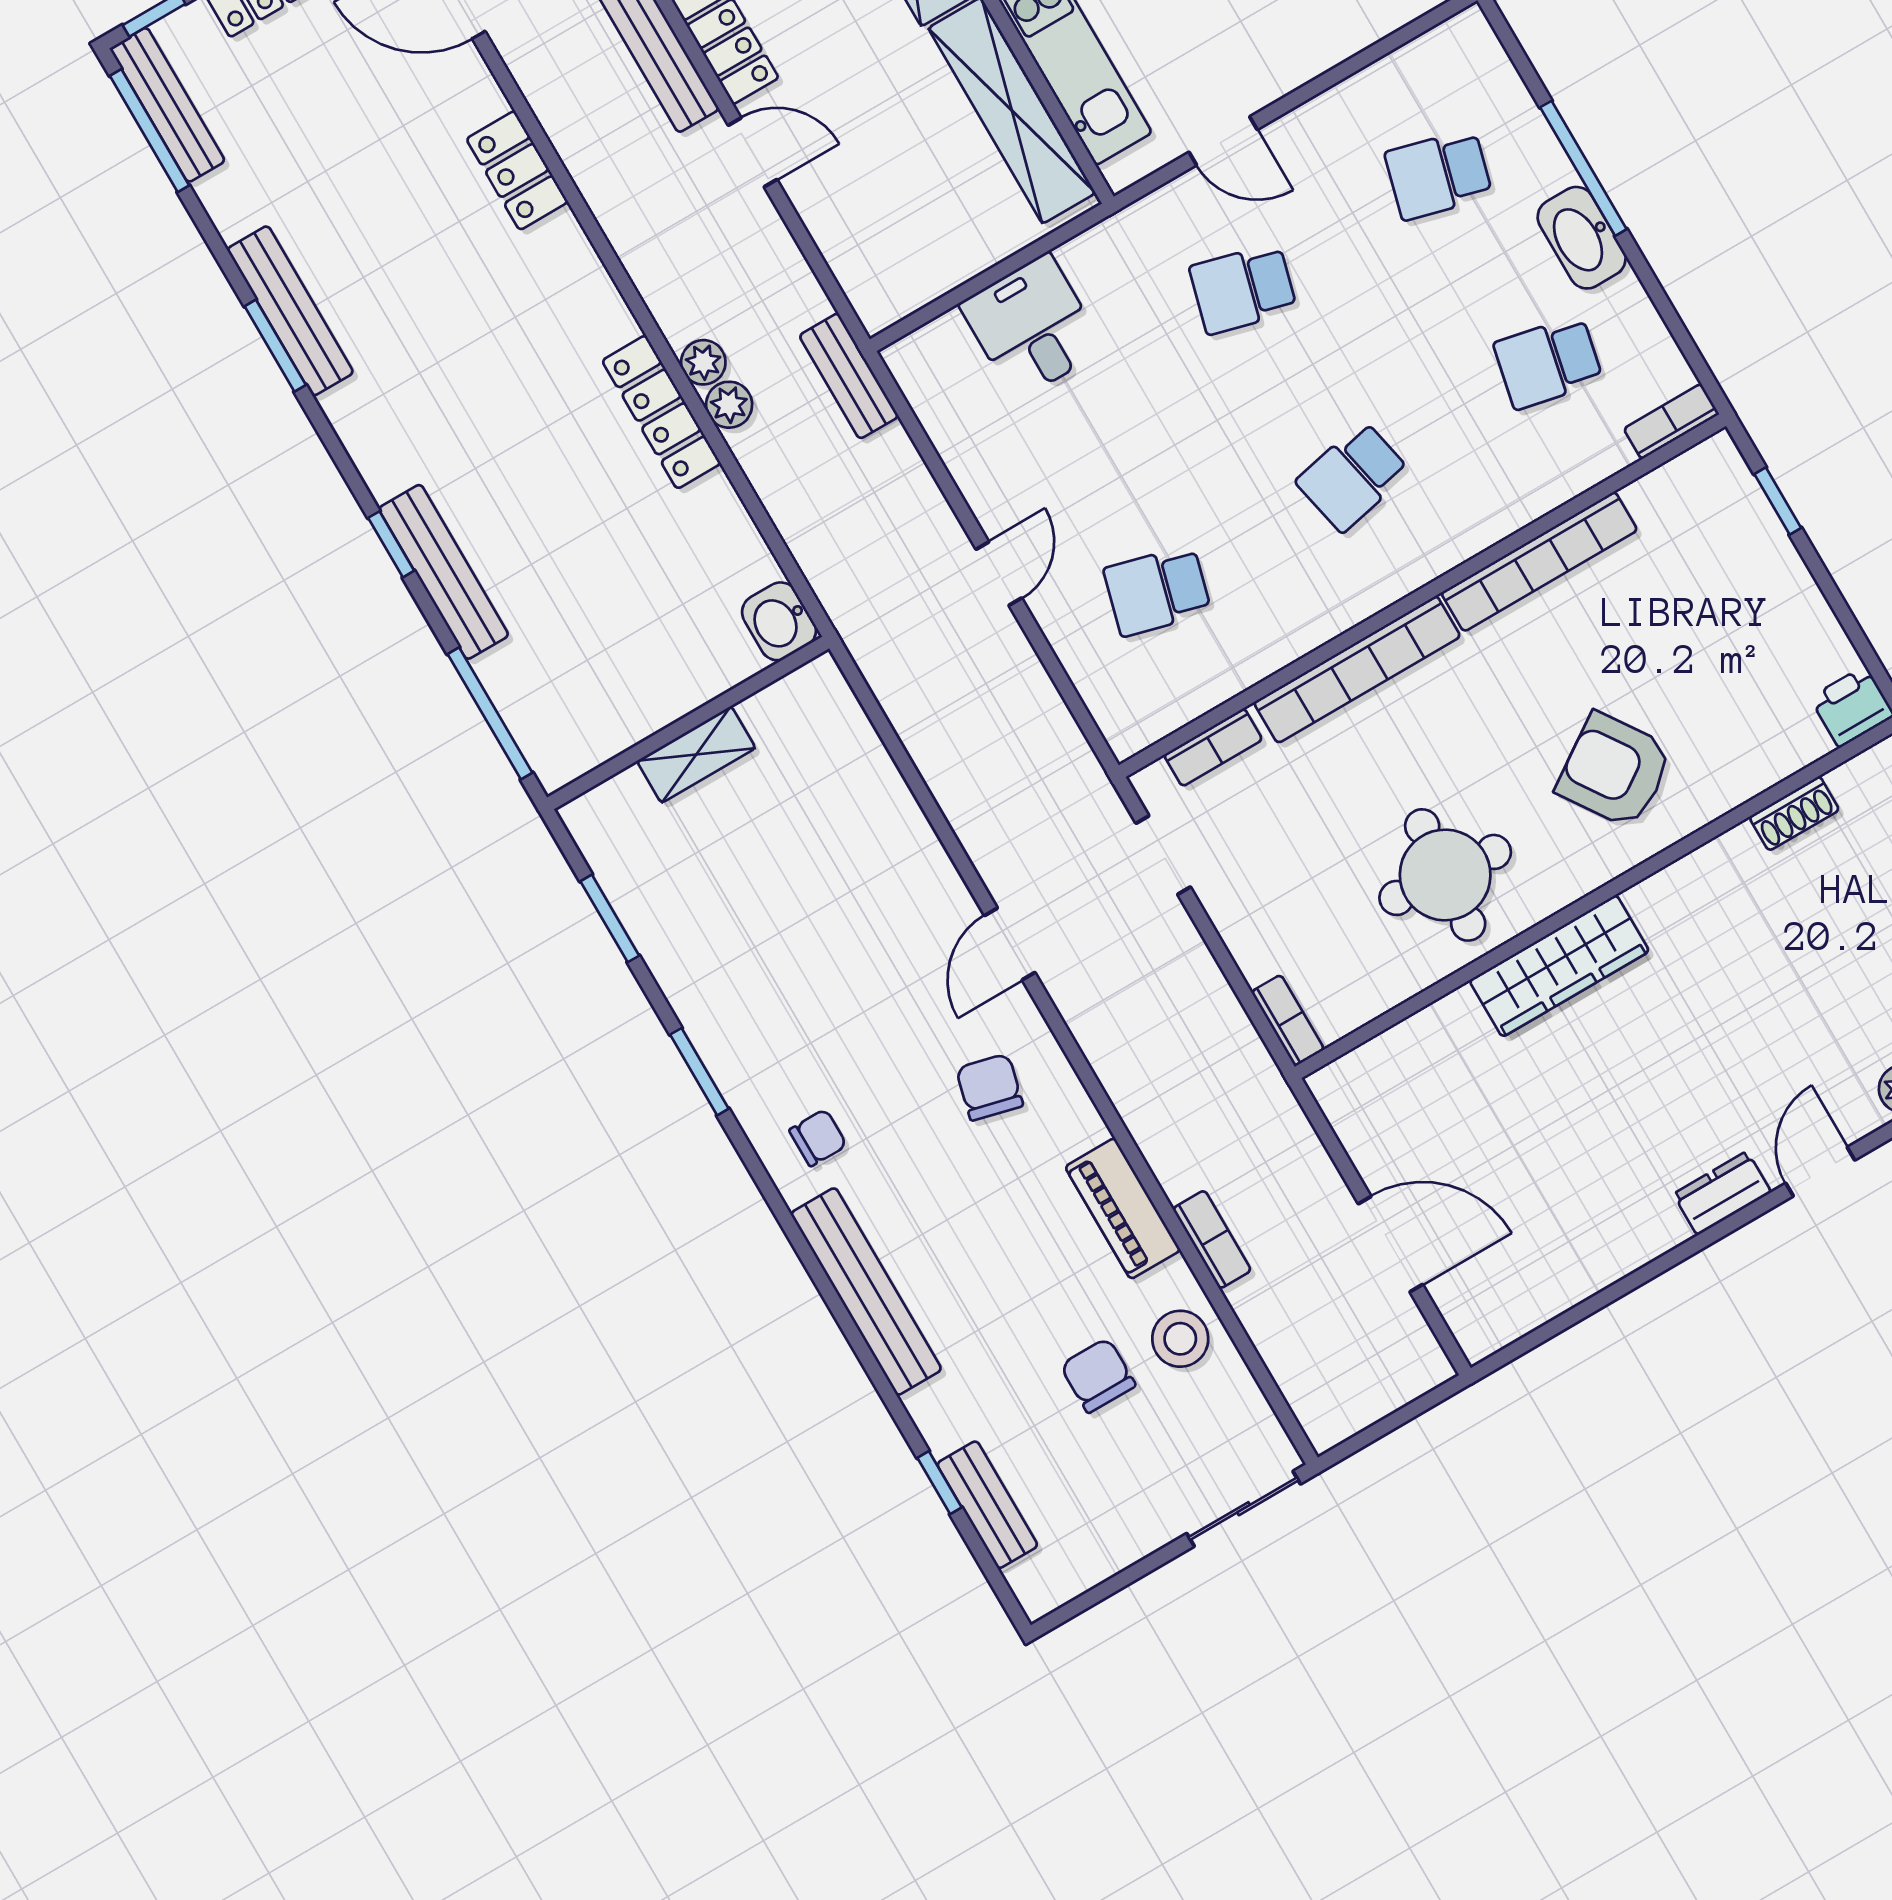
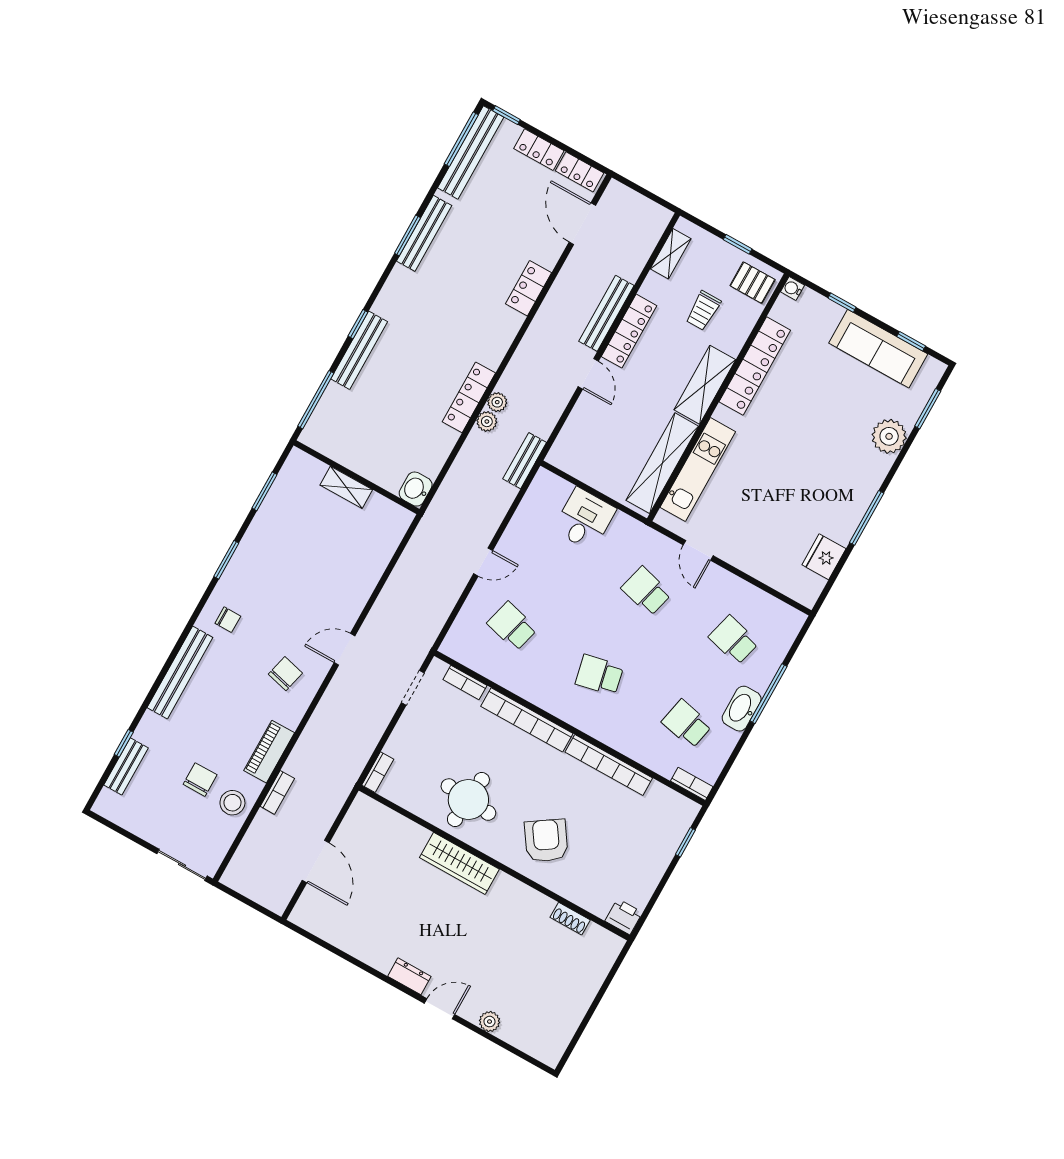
bench: (167, 105) -> (471, 152), width x1.37, depth x1.21

